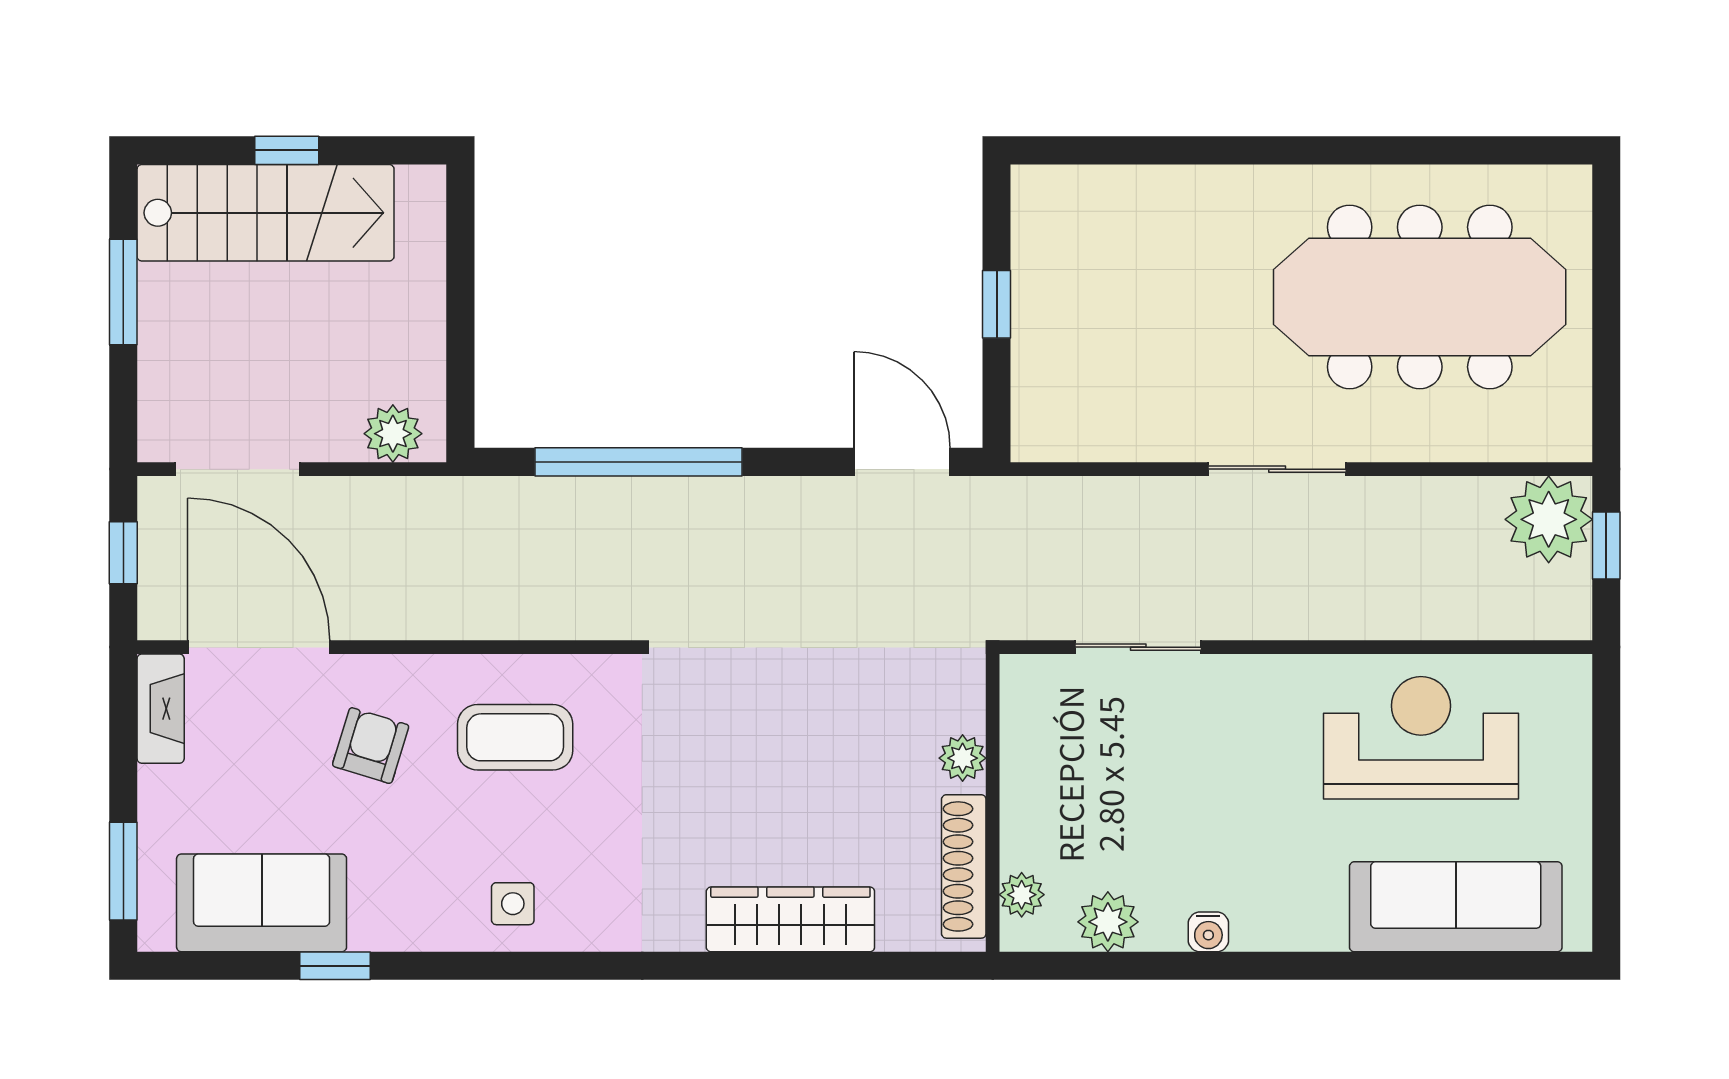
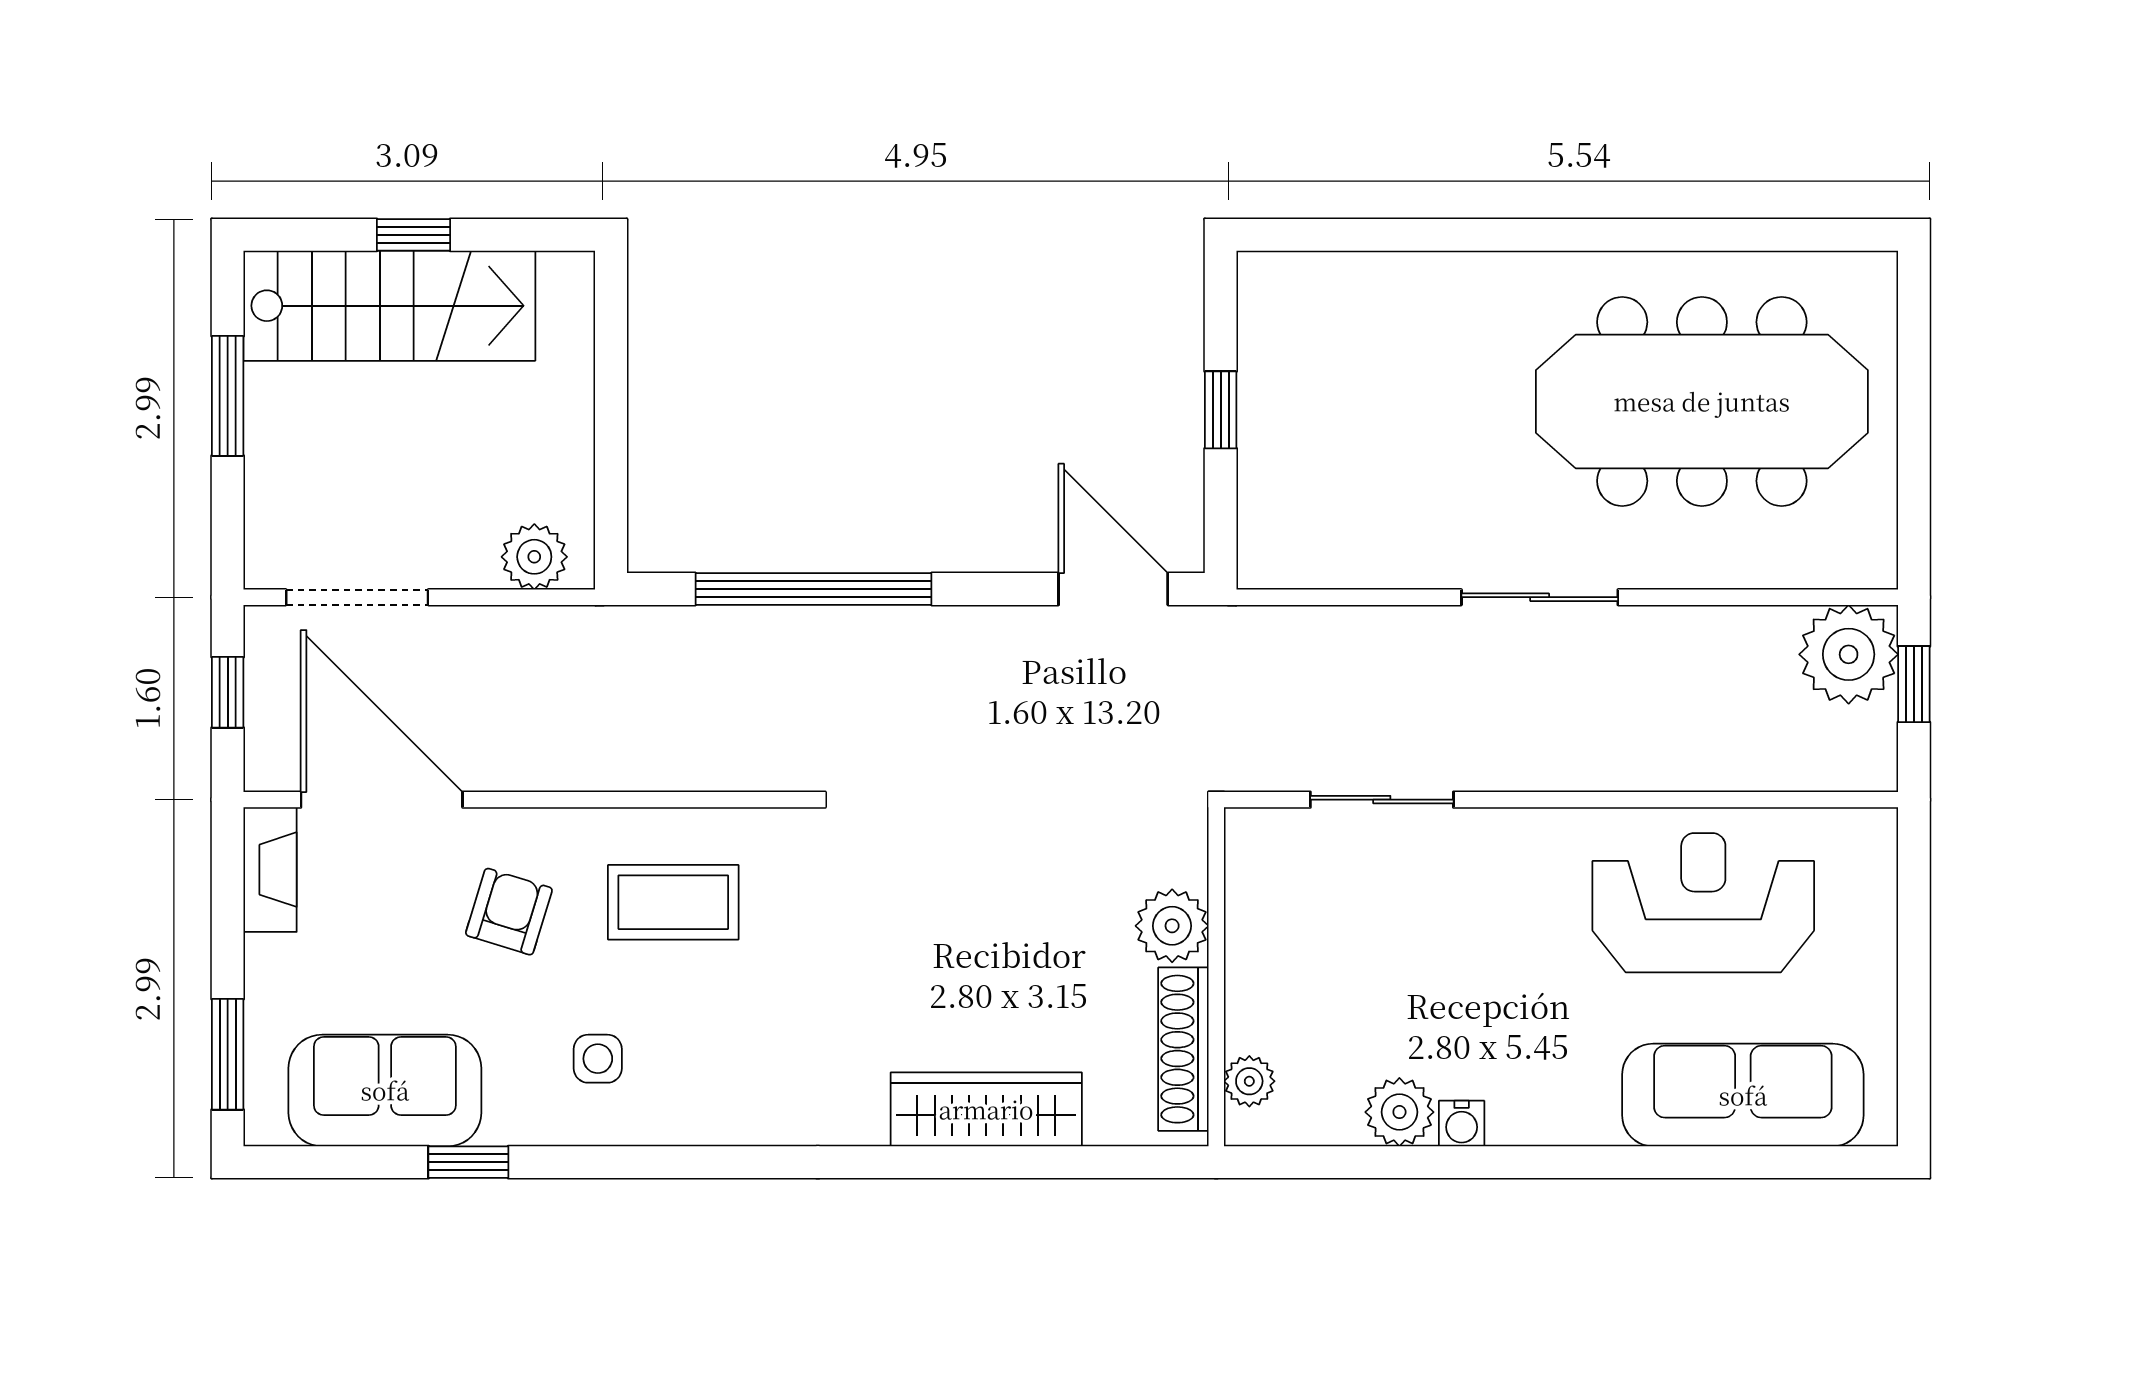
plant: (963, 758) -> (1172, 926), width x1.38, depth x1.38
side table: (513, 904) -> (598, 1059), moved
plant: (1108, 922) -> (1399, 1112), moved

